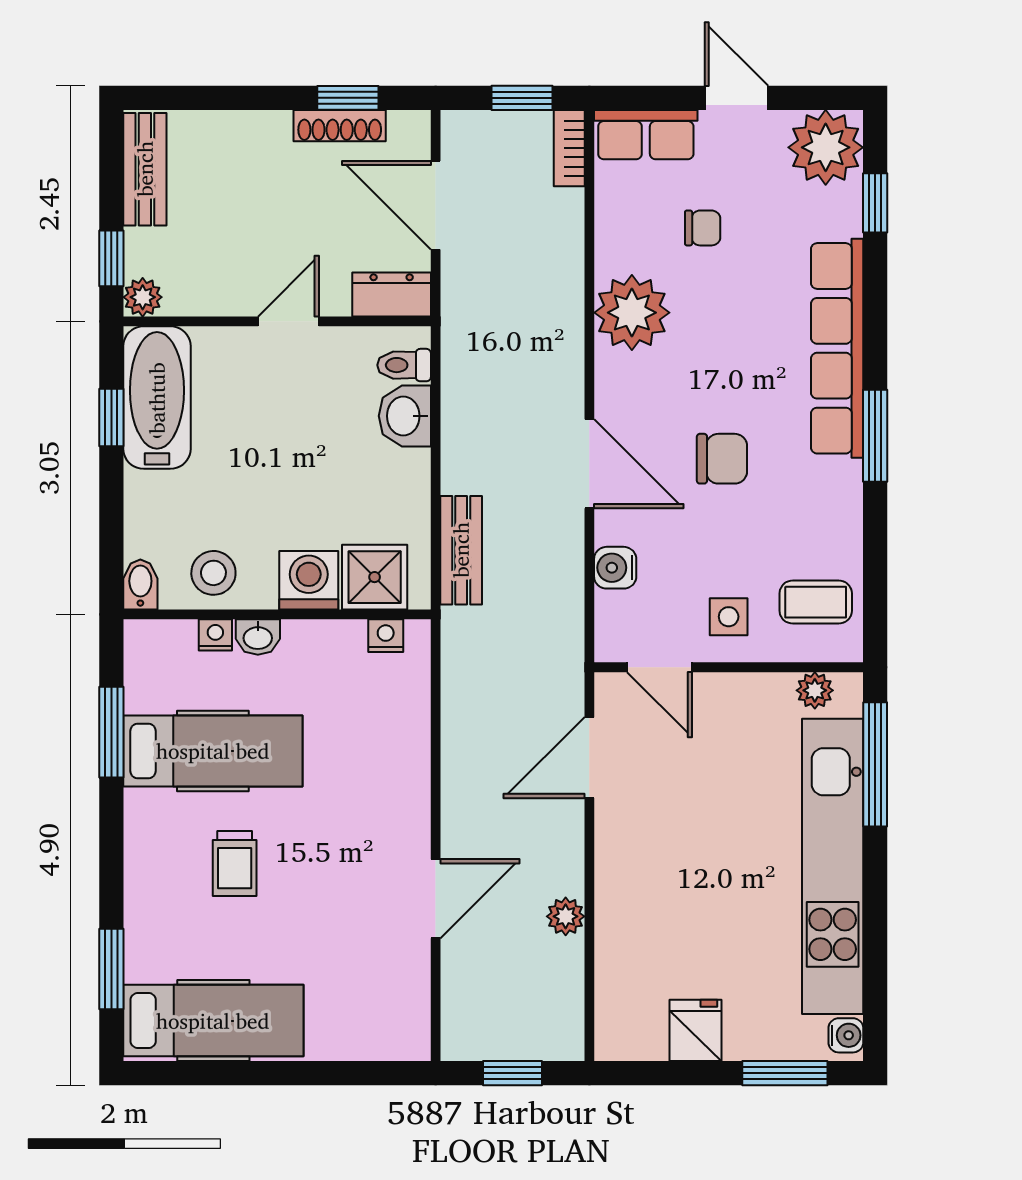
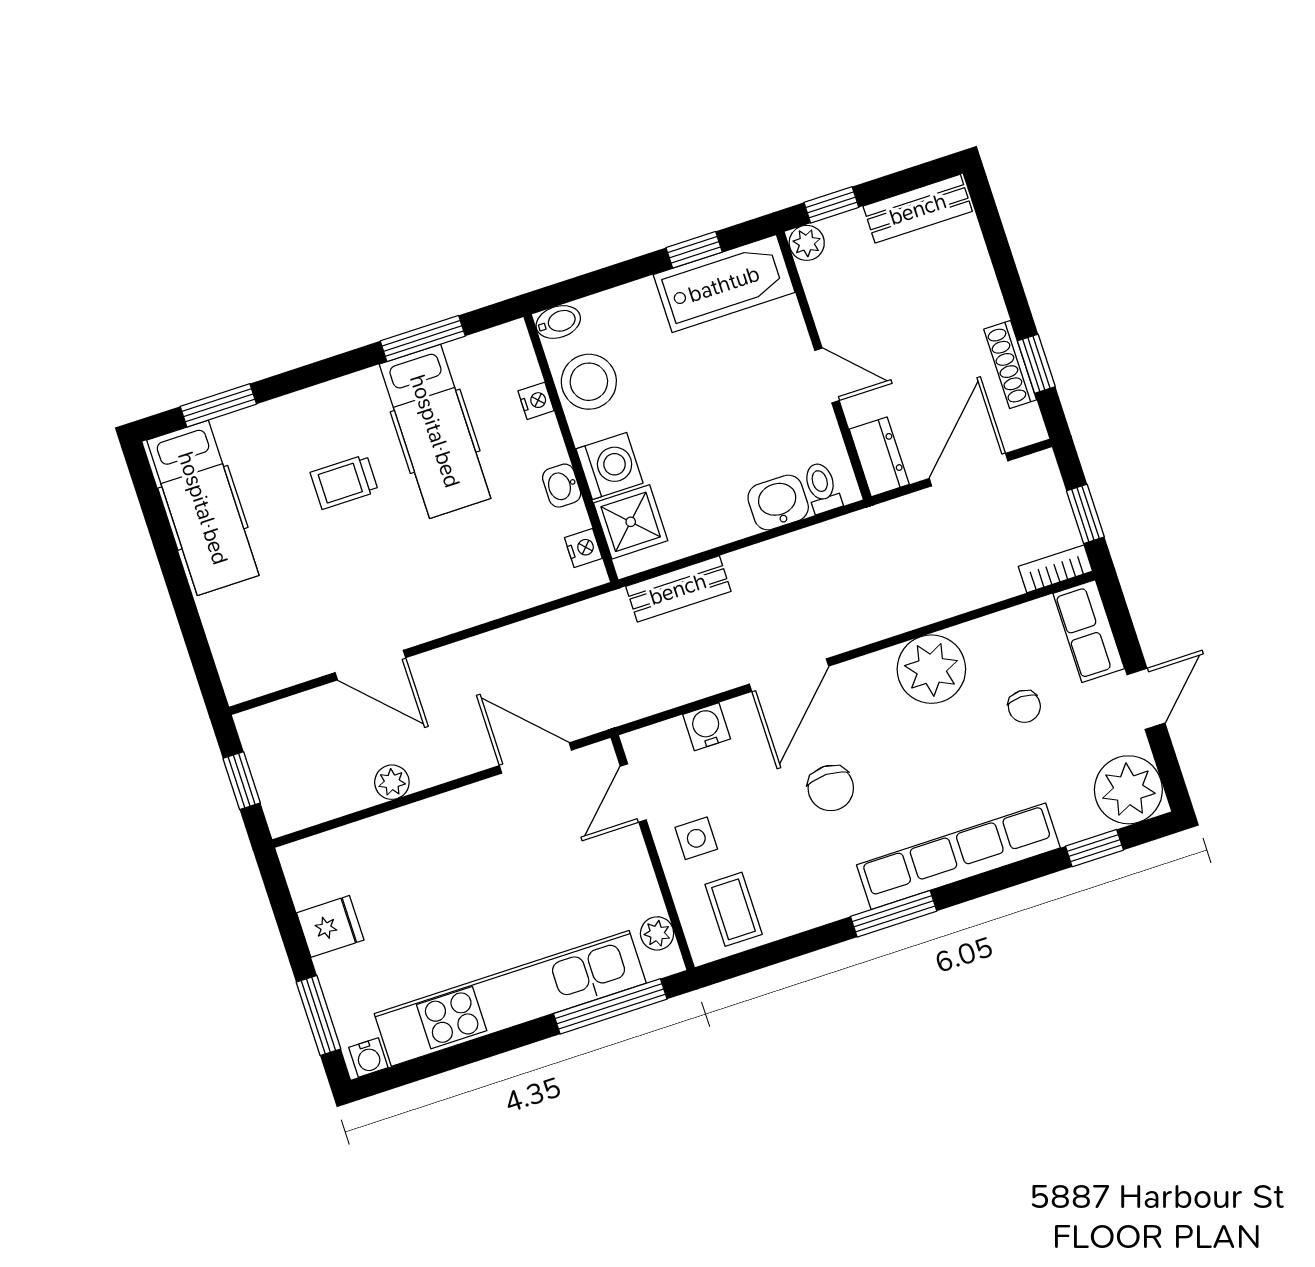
stool: (213, 573) -> (589, 382), width x1.38, depth x1.38
washbasin: (258, 637) -> (562, 486), moved

